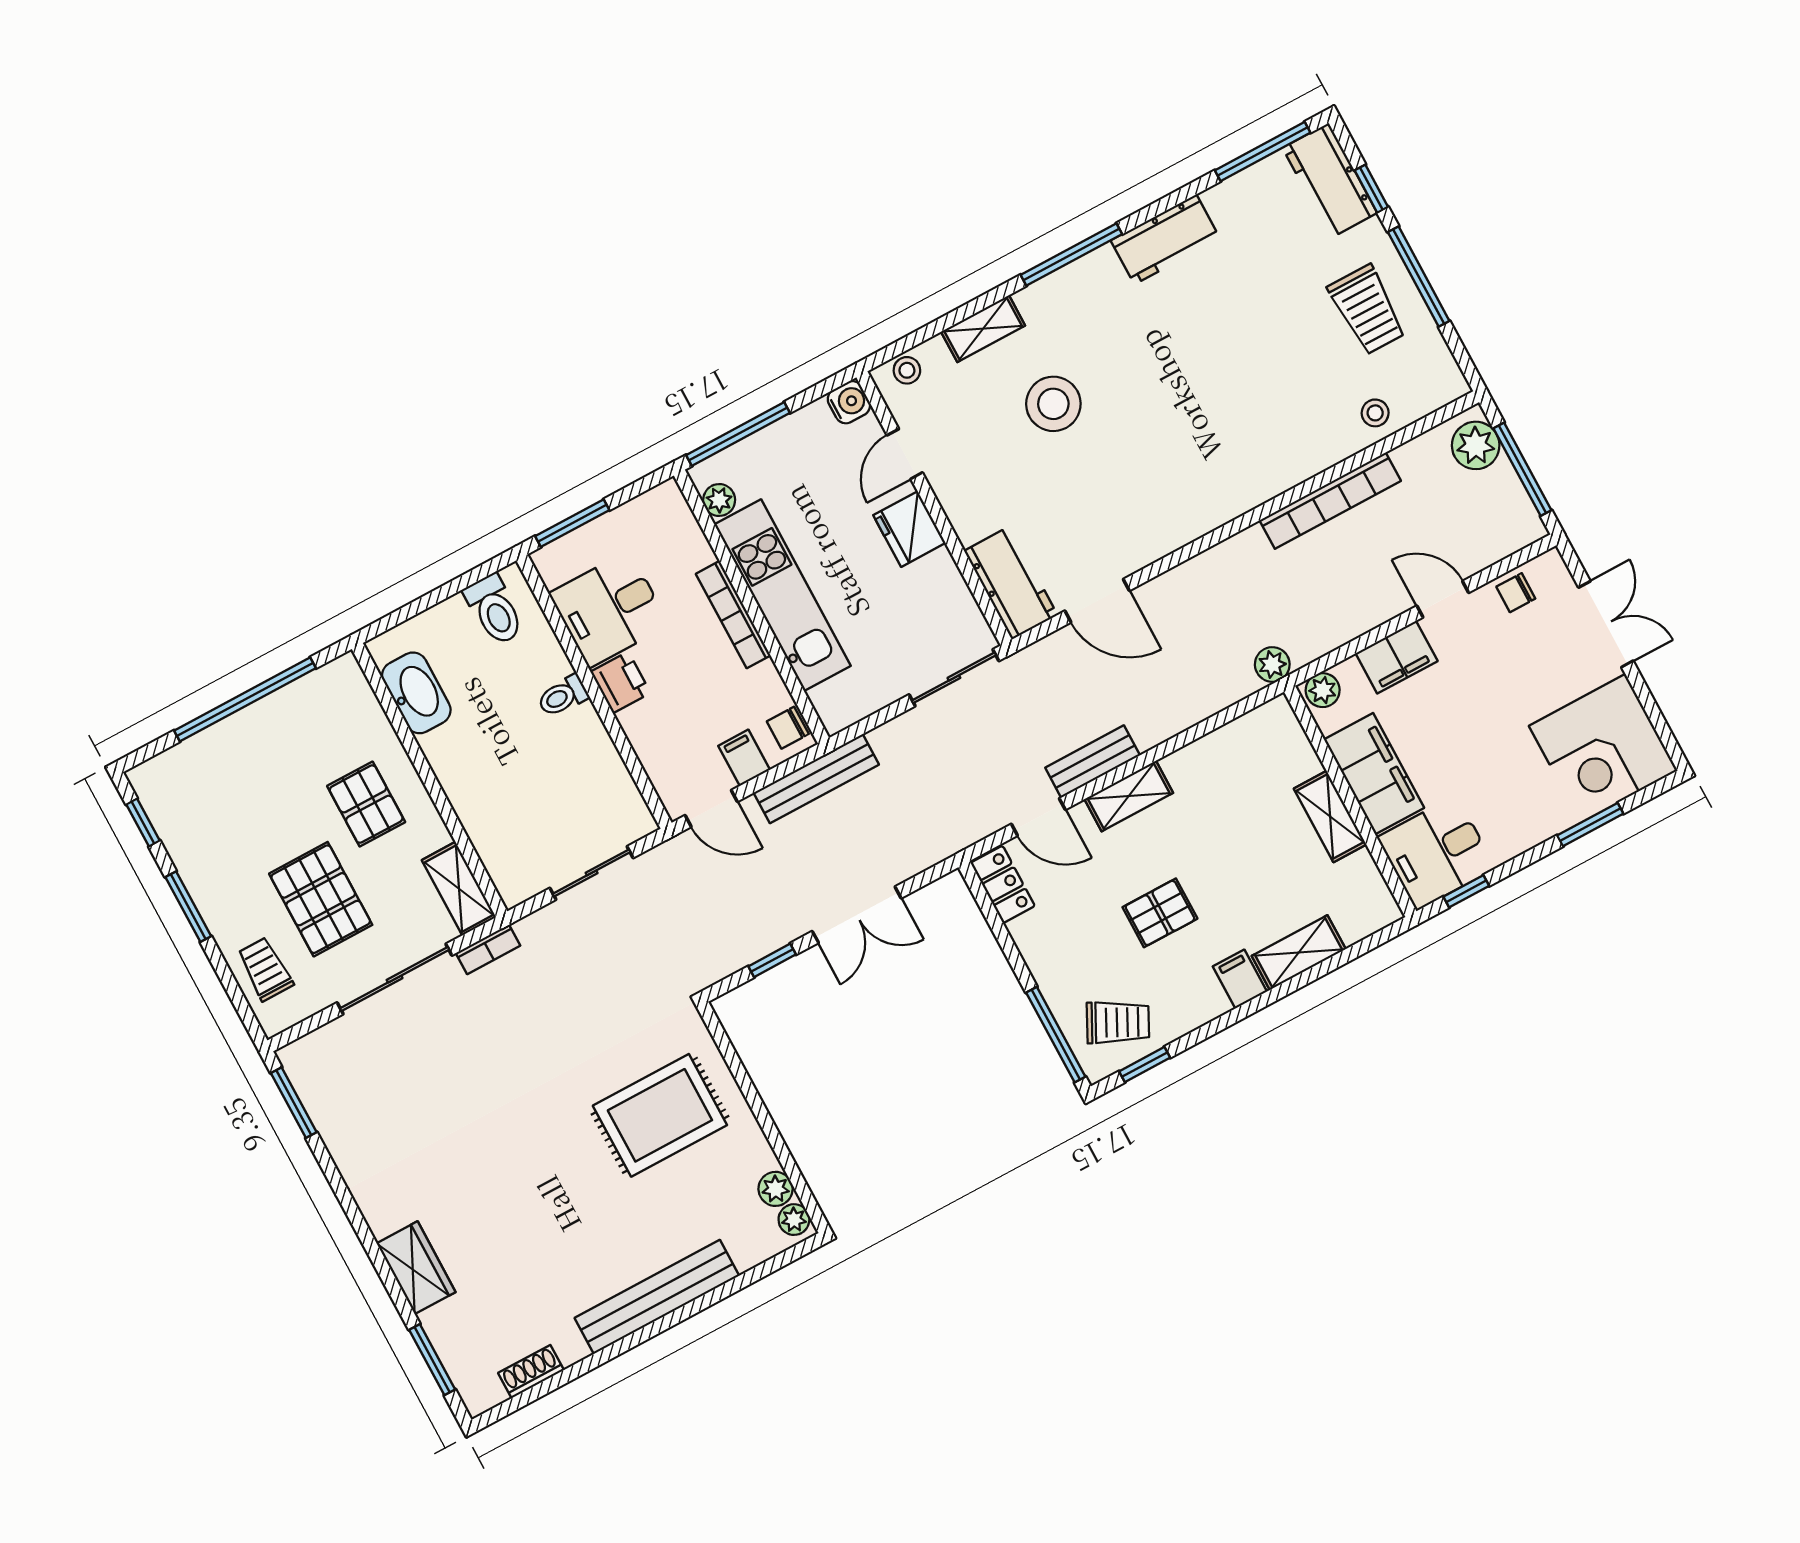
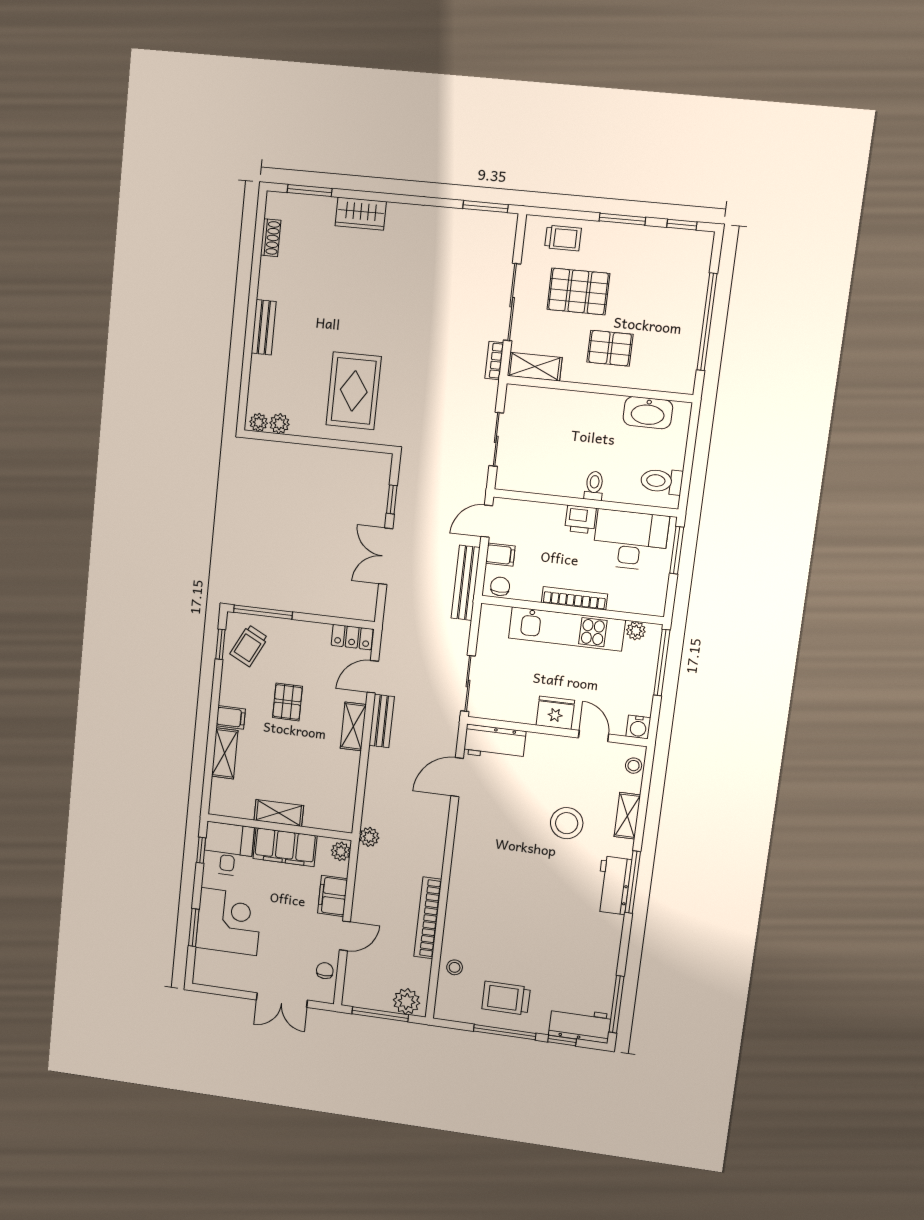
workbench: (1165, 239) -> (614, 885), moved
desk: (609, 609) -> (630, 540), width x1.37
corner desk: (1603, 748) -> (229, 922), moved, turned 90
bench: (657, 1297) -> (264, 327), width x0.54, depth x0.82

